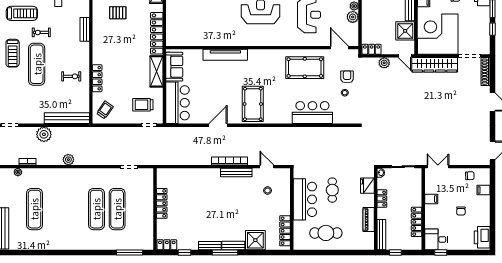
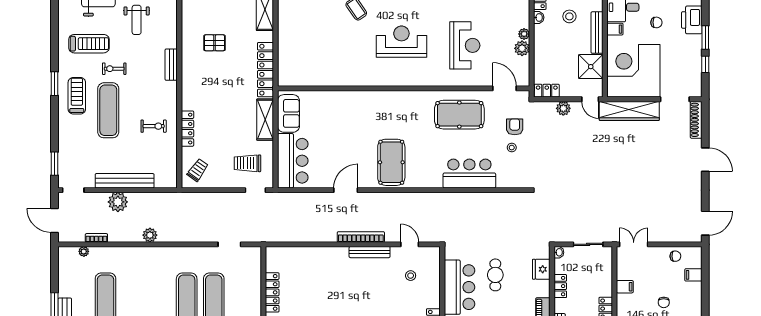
treadmill: (13, 53) -> (77, 96), turned 180
tv unit: (225, 55) -> (355, 98), removed
bench: (67, 118) -> (125, 181), moved

